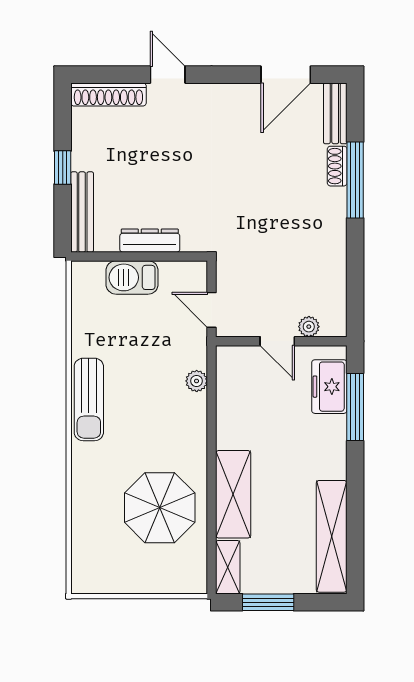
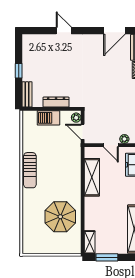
shoe rack: (108, 94) -> (38, 39), removed
bench: (82, 212) -> (27, 94), width x0.73
plant: (197, 381) -> (76, 118), moved
shelving: (233, 494) -> (92, 177), moved

